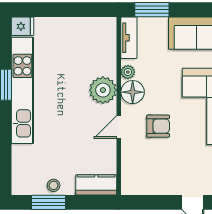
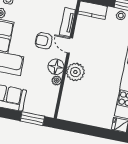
tv unit: (129, 38) -> (68, 22), moved
door: (119, 127) -> (70, 46), swing flipped

